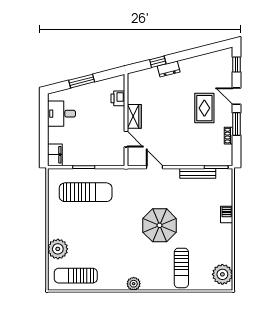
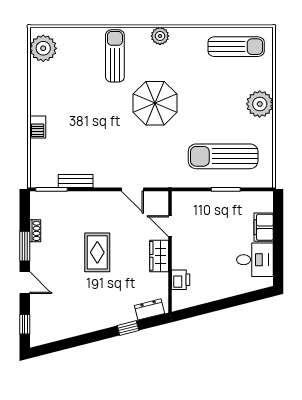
dresser: (169, 69) -> (149, 309), moved
window: (82, 81) -> (228, 303), removed
rug: (204, 108) -> (97, 252), moved
filing cabinet: (55, 155) -> (264, 227), moved
bench: (198, 173) -> (76, 181), width x0.73
parasol: (160, 225) -> (155, 103), moved
plant: (58, 249) -> (260, 104), moved
sun lounger: (181, 268) -> (115, 56), moved

